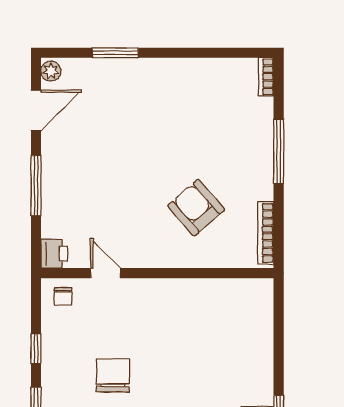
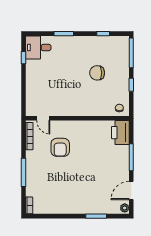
armchair: (196, 208) -> (60, 147), turned 41
printer: (54, 254) -> (120, 133), width x1.87, depth x1.48
door: (105, 273) -> (43, 118), moved
chair: (113, 375) -> (97, 73), turned 90

